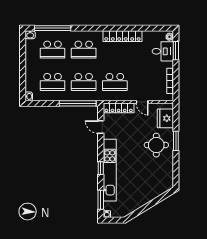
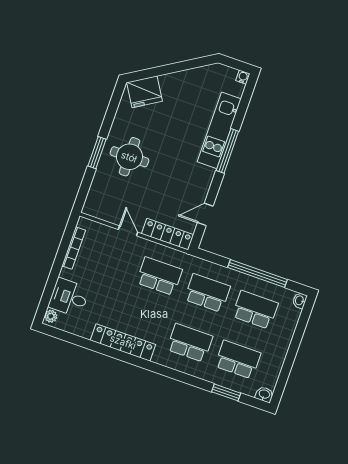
window: (53, 28) -> (226, 392), width x0.47
window: (176, 51) -> (48, 291), removed
window: (78, 103) -> (257, 274), moved
fridge: (165, 118) -> (145, 92), moved, turned 59
door: (101, 127) -> (205, 214), swing flipped
window: (101, 168) -> (227, 151), width x2.17
kitchen unit: (110, 170) -> (219, 130), width x0.73
window: (101, 200) -> (244, 103), removed

